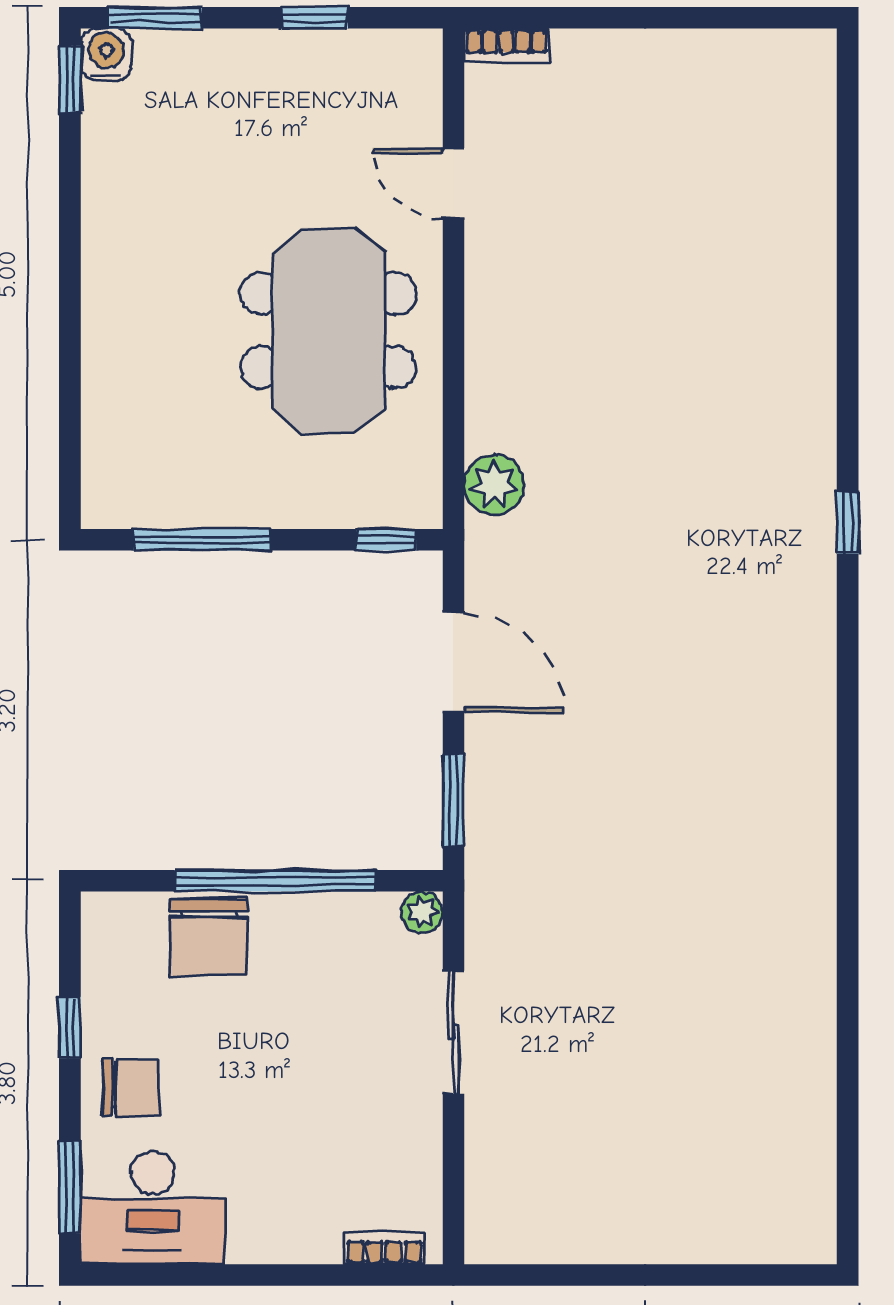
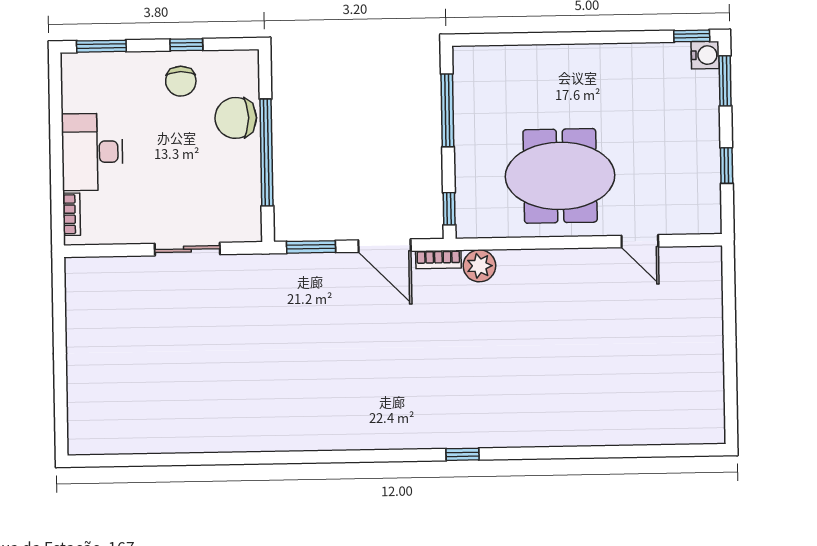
bookcase: (506, 45) -> (438, 259), moved, turned -90
door: (453, 183) -> (640, 241), swing flipped
door: (453, 662) -> (385, 246), hinge flipped
plant: (422, 912) -> (251, 231), removed
chair: (131, 1088) -> (181, 81), moved
desk: (153, 1208) -> (92, 152), moved

